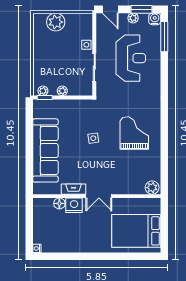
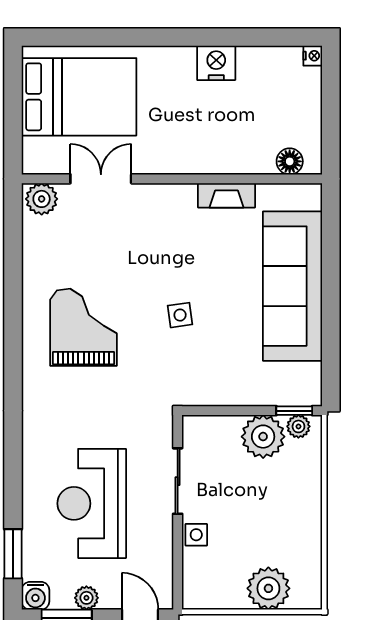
window: (164, 37) -> (13, 554), width x0.69
plant: (62, 91) -> (263, 437), width x1.88, depth x1.88
grand piano: (134, 133) -> (84, 327), turned 180
double door: (99, 196) -> (101, 179), moved
floor lamp: (59, 203) -> (290, 161), moved
nightstand: (74, 205) -> (216, 63), moved, turned 180

